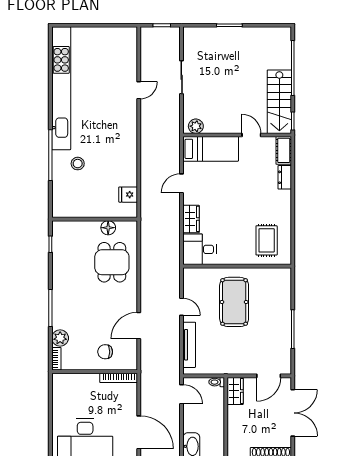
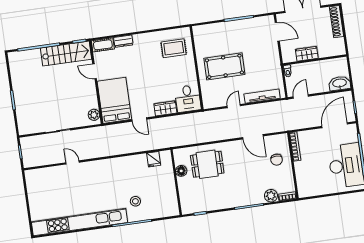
door: (251, 135) -> (95, 71), hinge flipped
bed: (211, 149) -> (114, 100), width x1.50
wardrobe: (235, 391) -> (307, 54), moved

